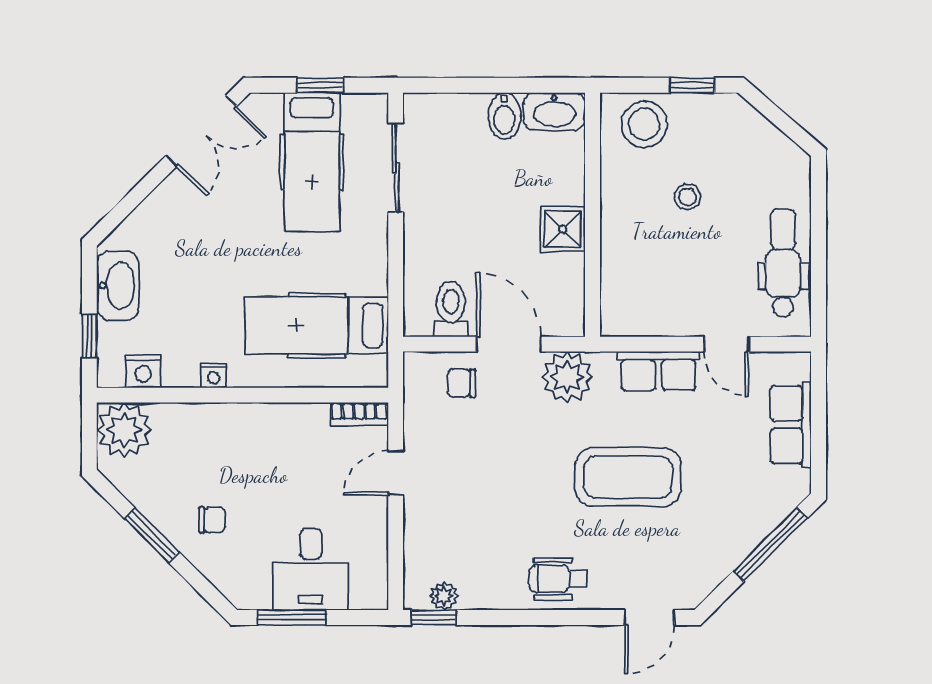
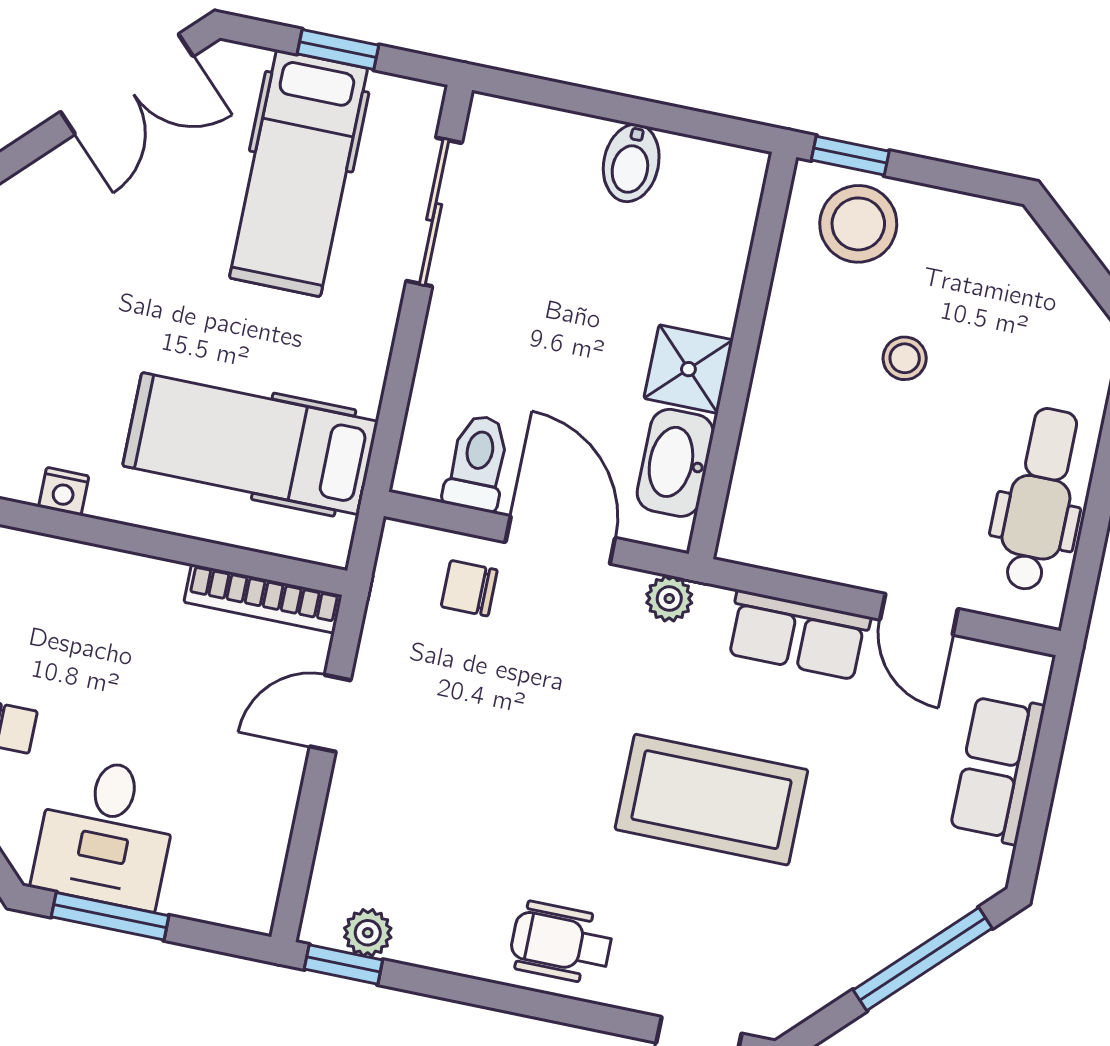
window: (693, 85) -> (850, 156), moved
washbasin: (554, 111) -> (675, 463), moved, turned 90
plant: (567, 377) -> (669, 599), width x0.53, depth x0.53
bookcase: (359, 414) -> (263, 599), width x1.56
desk: (311, 569) -> (106, 833), moved

